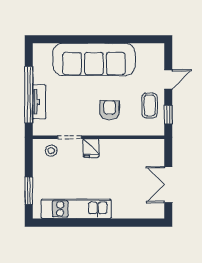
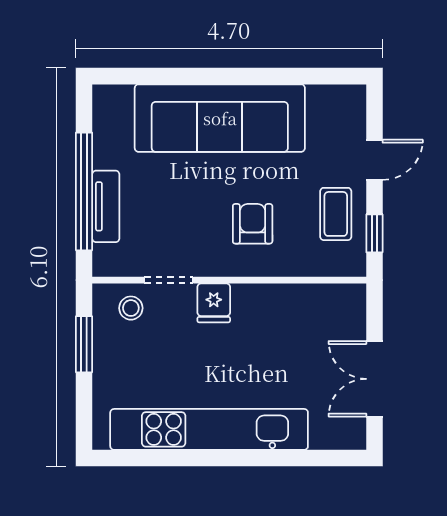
window: (29, 191) -> (84, 344), moved
kitchen unit: (76, 209) -> (209, 429), width x1.36

